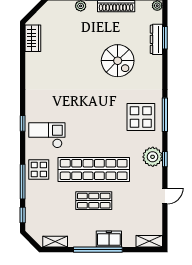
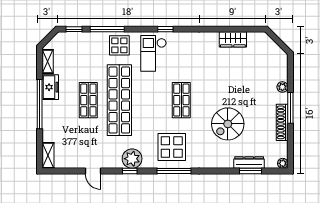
wardrobe: (33, 38) -> (233, 39), moved
shop shelf: (94, 107) -> (181, 100), added
checkout: (47, 135) -> (153, 53), turned 180
freezer: (109, 239) -> (50, 87), moved

